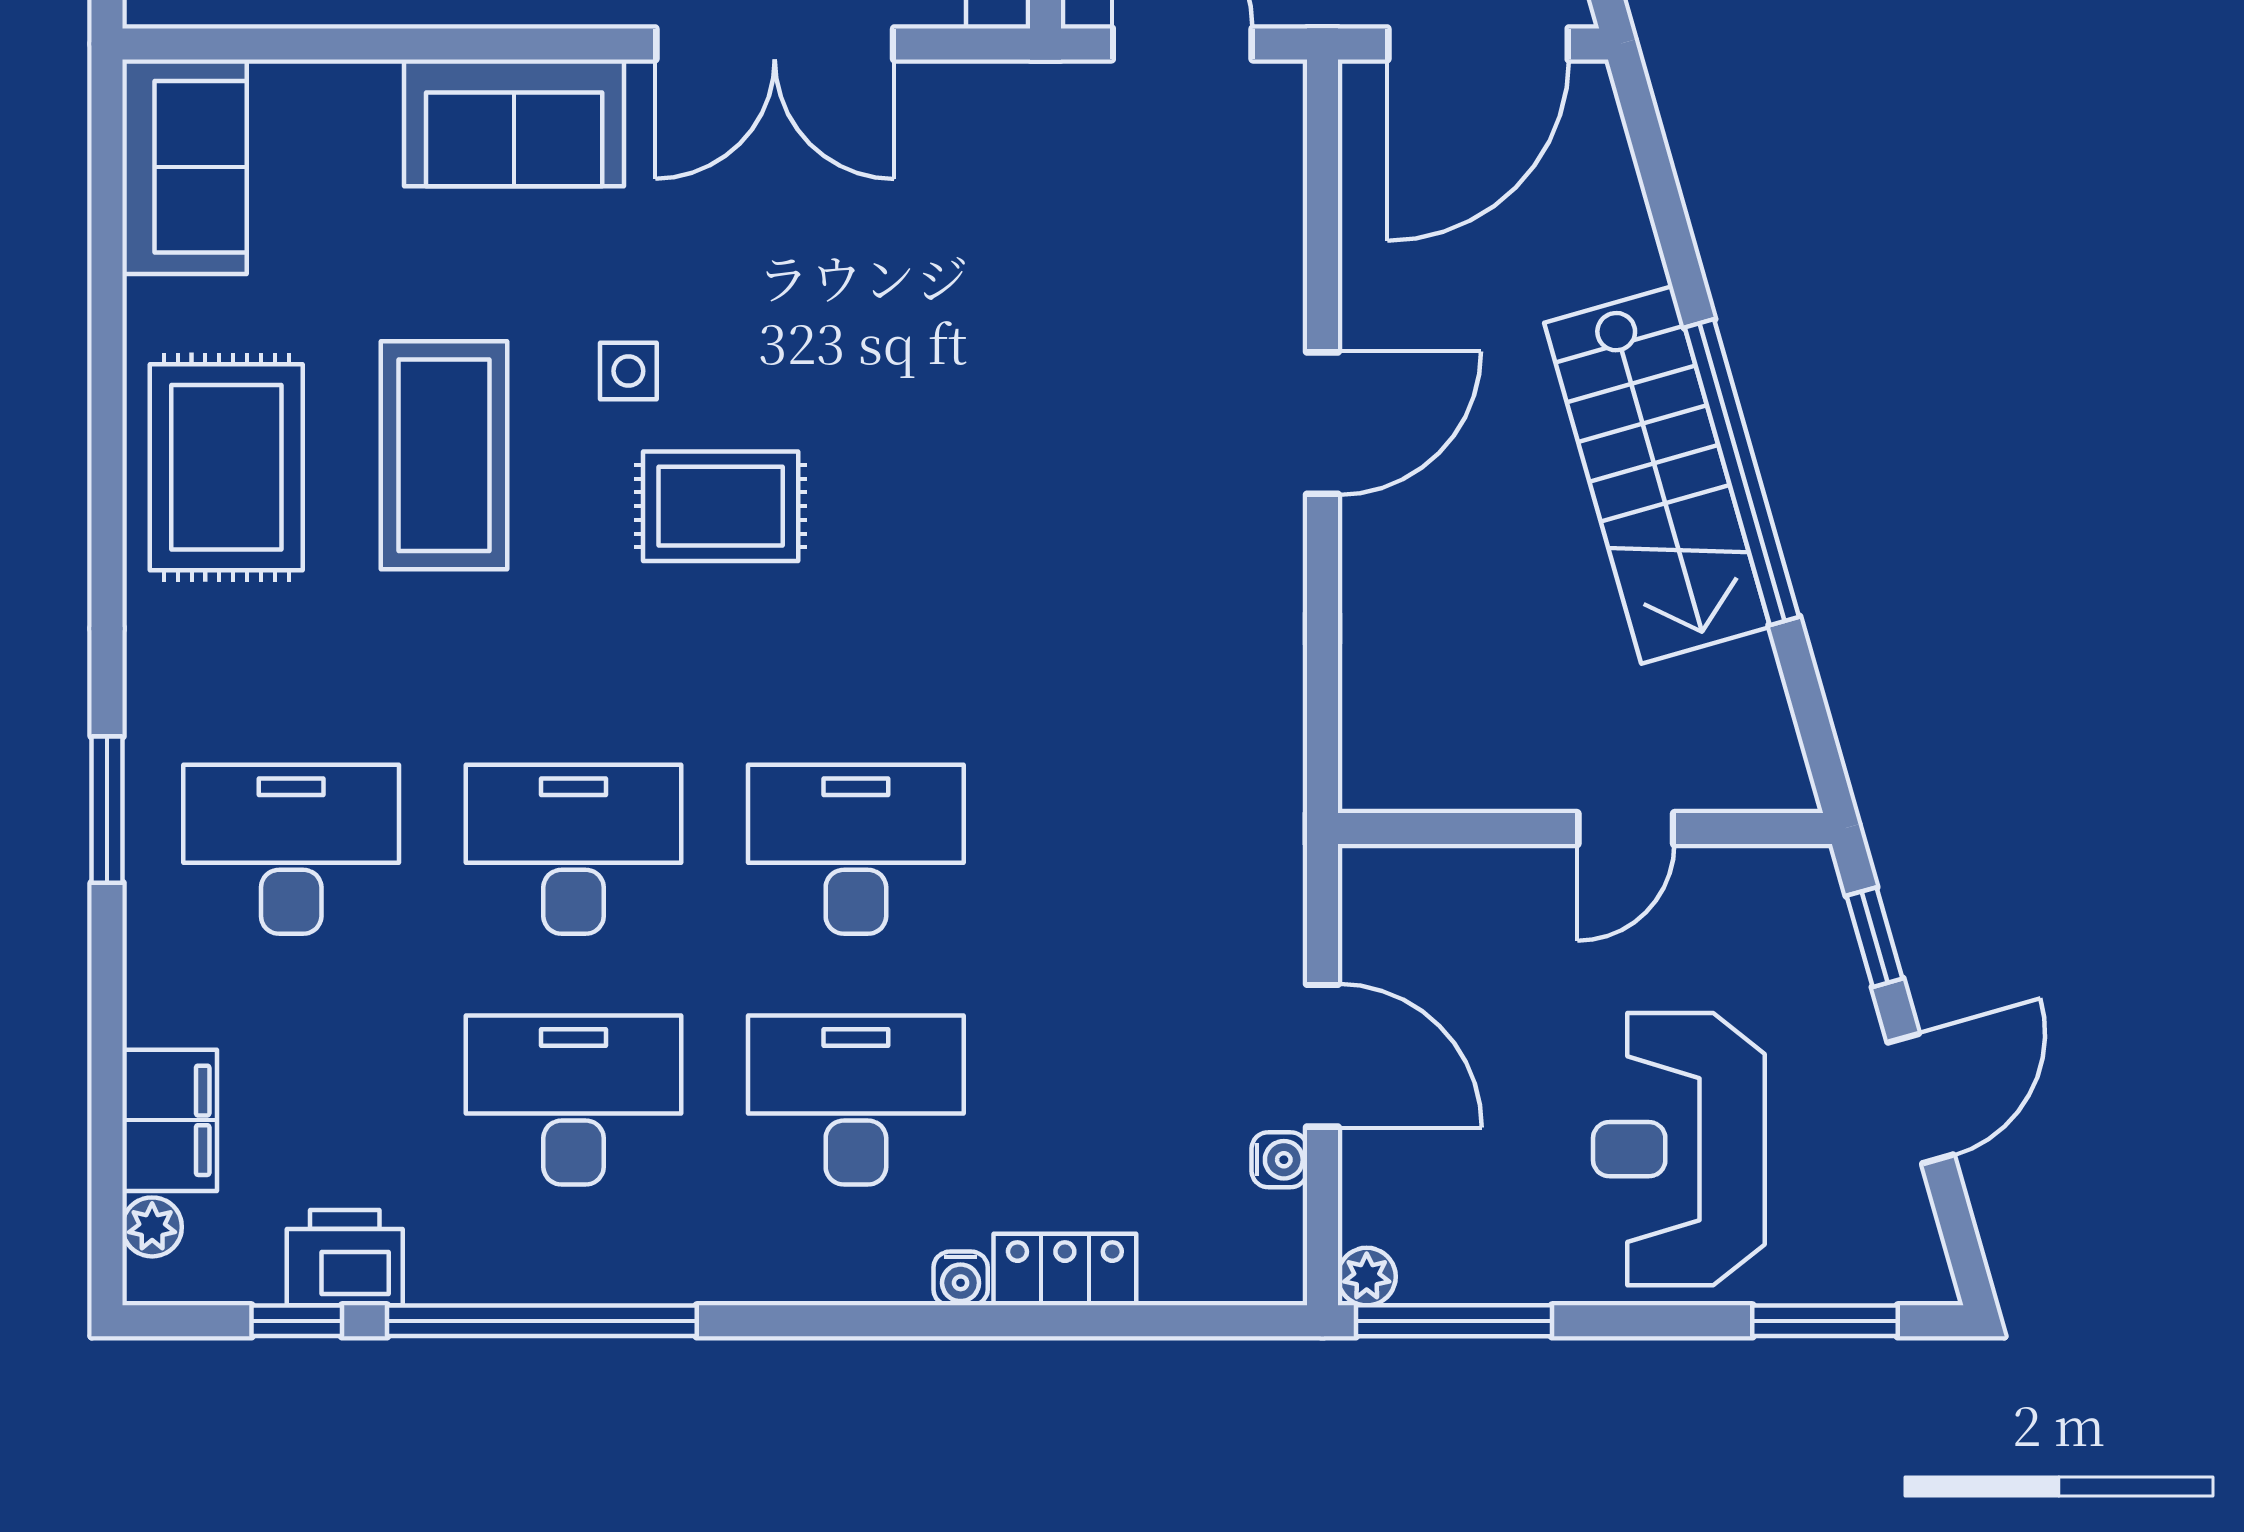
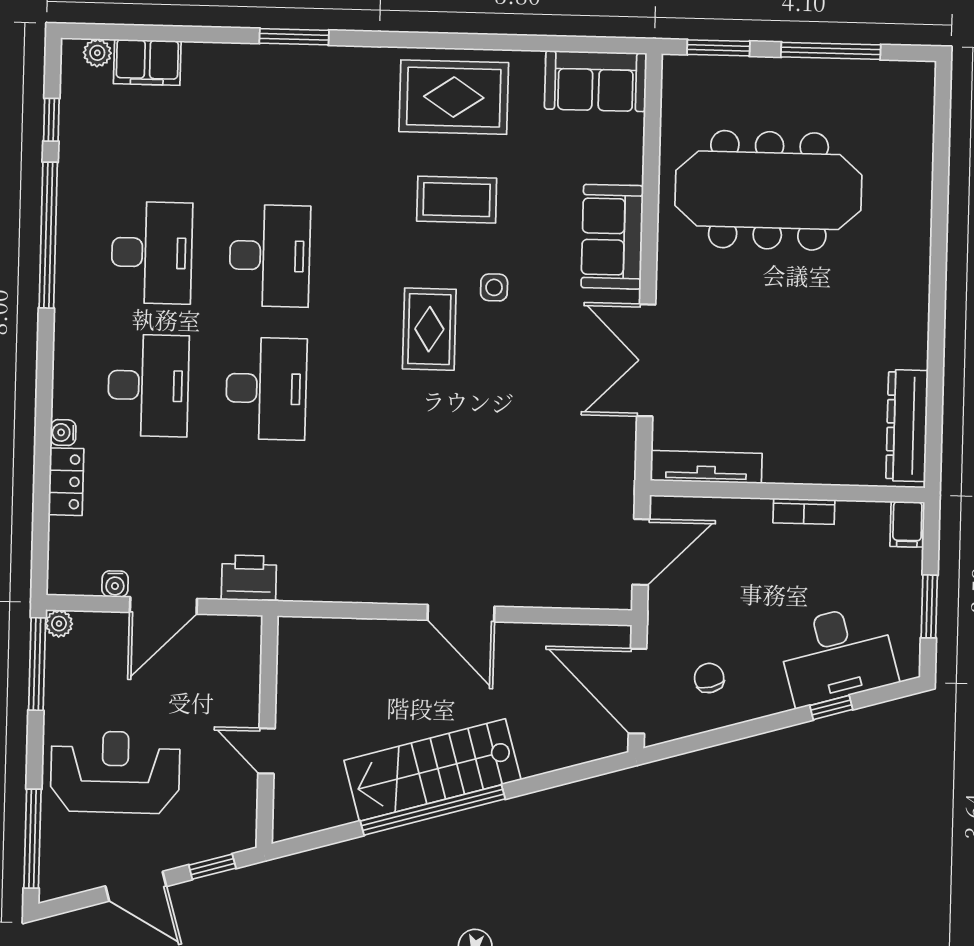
coffee table: (444, 455) -> (457, 200), width x0.73, depth x0.76
desk: (291, 849) -> (273, 123), removed
printer: (345, 1258) -> (249, 578), moved, turned -90
window: (1825, 1321) -> (33, 839), width x1.44

